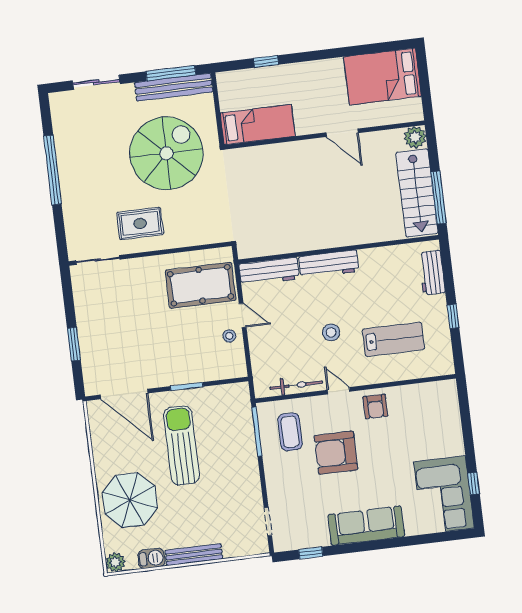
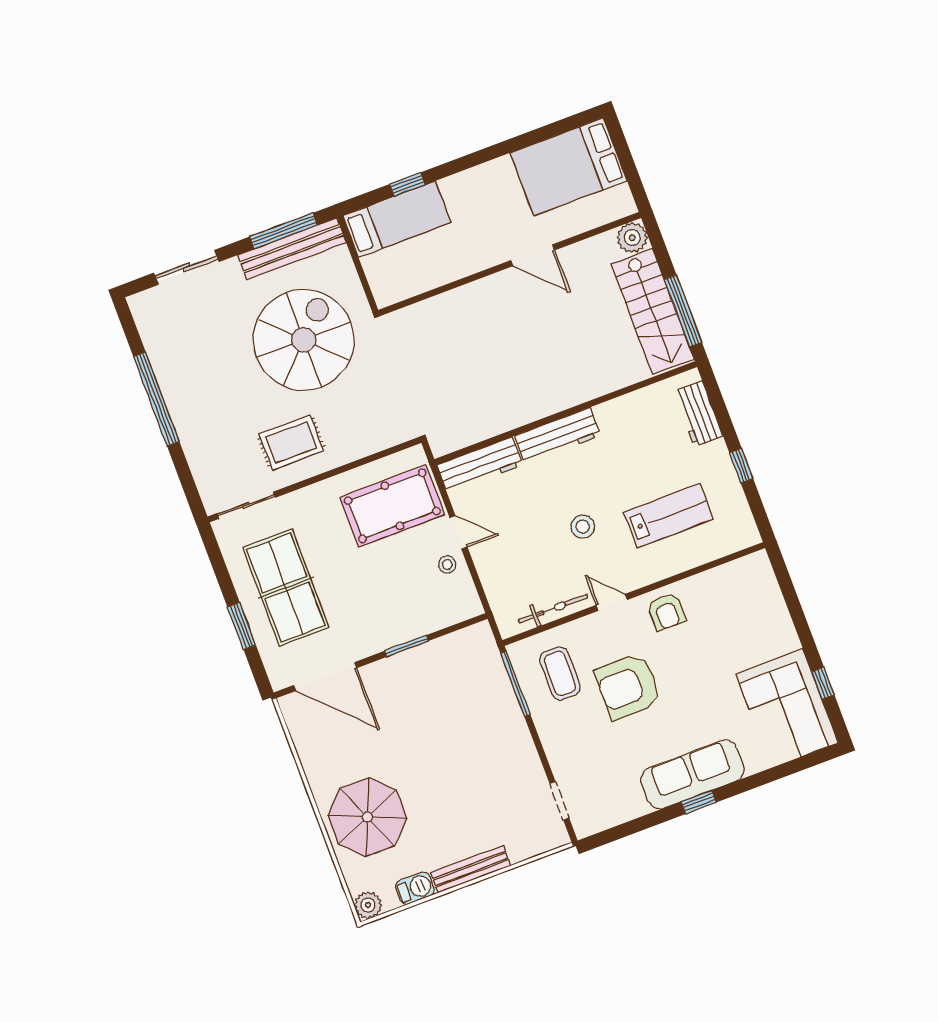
bed: (258, 125) -> (397, 219), moved
table tennis table: (112, 325) -> (286, 587), added
sun lounger: (181, 445) -> (419, 727), removed
window: (311, 553) -> (699, 802), moved

